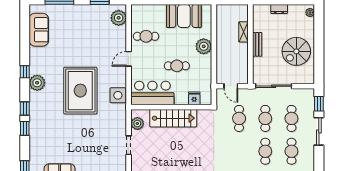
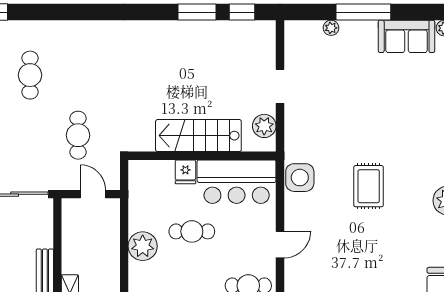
plant: (204, 46) -> (143, 246), moved
rug: (80, 91) -> (369, 186), width x0.54, depth x0.49
fridge: (194, 98) -> (185, 172), moved
cafe table: (265, 118) -> (30, 135), removed

